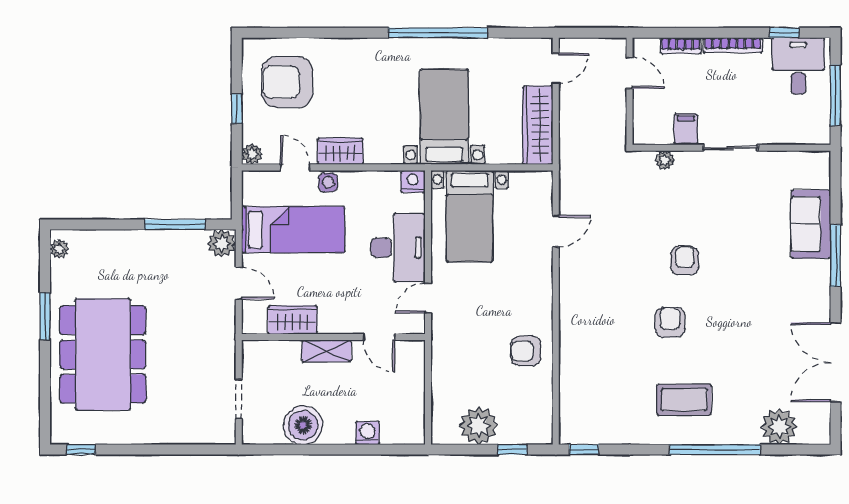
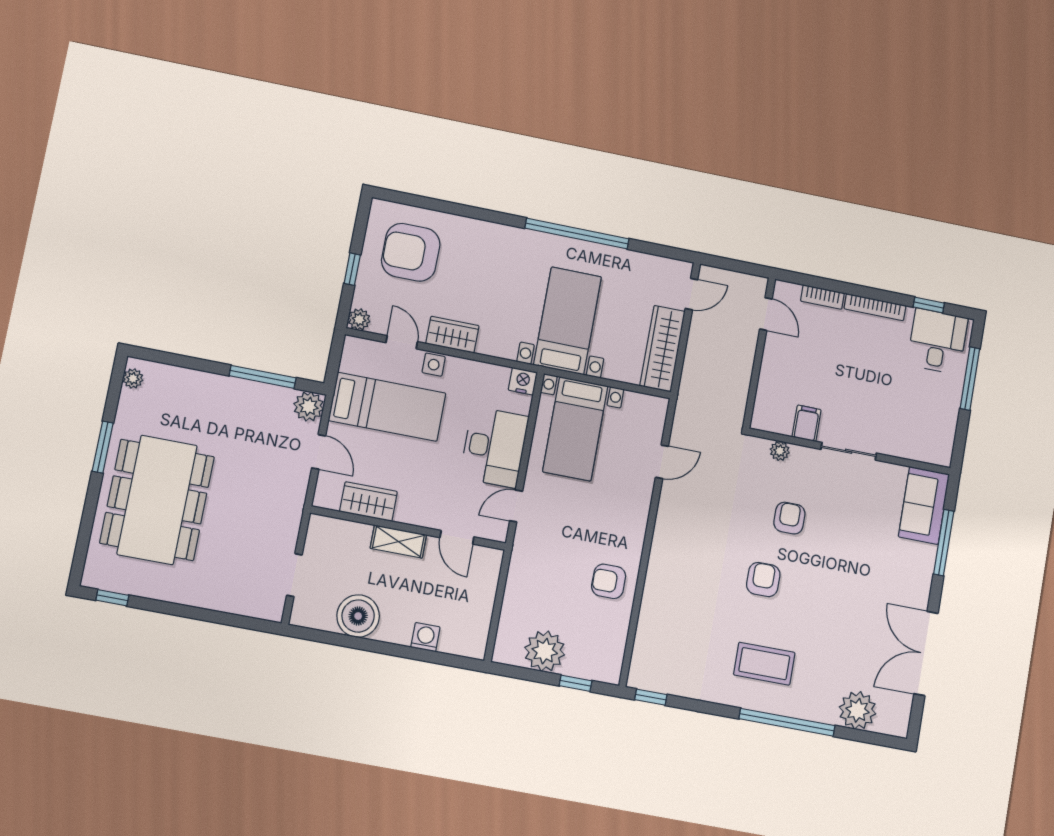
filing cabinet: (686, 129) -> (807, 423), moved
sliding door: (730, 148) -> (849, 451), moved
wall: (732, 148) -> (850, 451), moved
plant: (665, 160) -> (780, 451), moved

